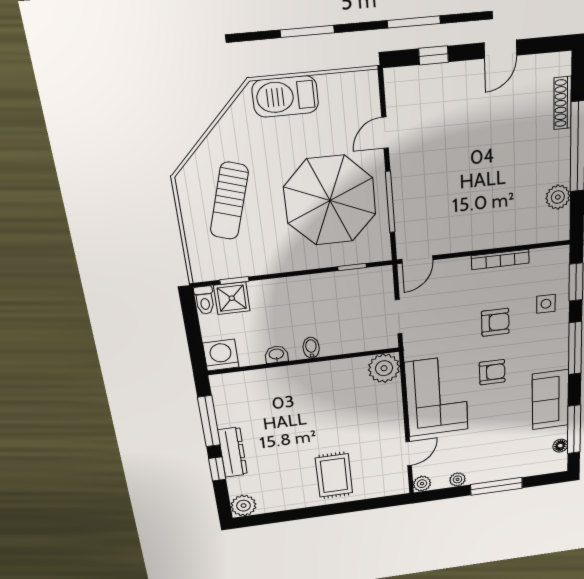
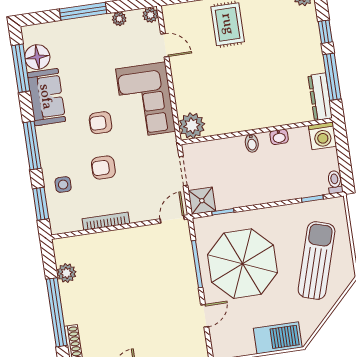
sun lounger: (229, 201) -> (317, 260), width x1.36, depth x1.34
shower: (232, 298) -> (202, 201), moved
floor lamp: (560, 446) -> (37, 57), width x1.89, depth x1.89
dresser: (233, 452) -> (320, 97), moved
door: (409, 454) -> (165, 45), swing flipped

